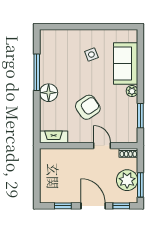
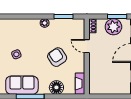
sofa: (126, 63) -> (22, 85), moved, turned 180
floor lamp: (49, 93) -> (56, 87), moved
door: (102, 146) -> (87, 46), hinge flipped

